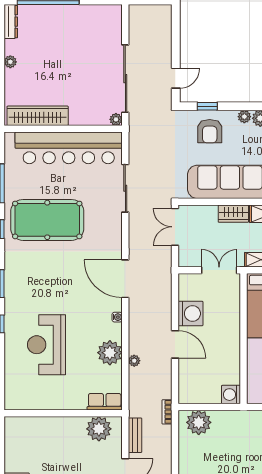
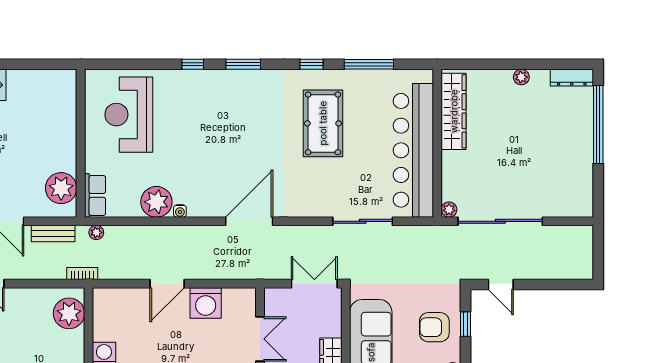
pool table: (47, 220) -> (323, 123), width x0.73, depth x0.76
water cooler: (117, 317) -> (180, 211), moved
reception desk: (46, 345) -> (129, 115), moved, turned -90
plant: (134, 361) -> (96, 232), moved

